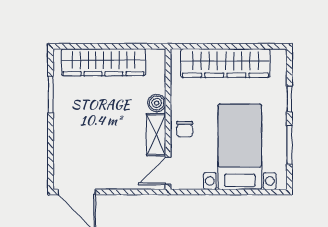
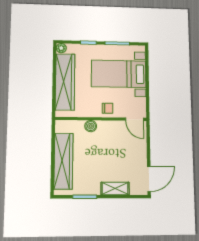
plant: (279, 56) -> (61, 48), added
shelving: (156, 135) -> (115, 188), moved

